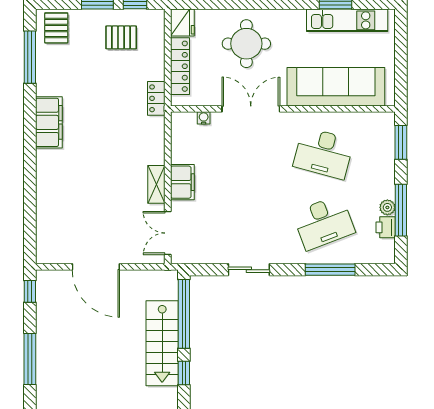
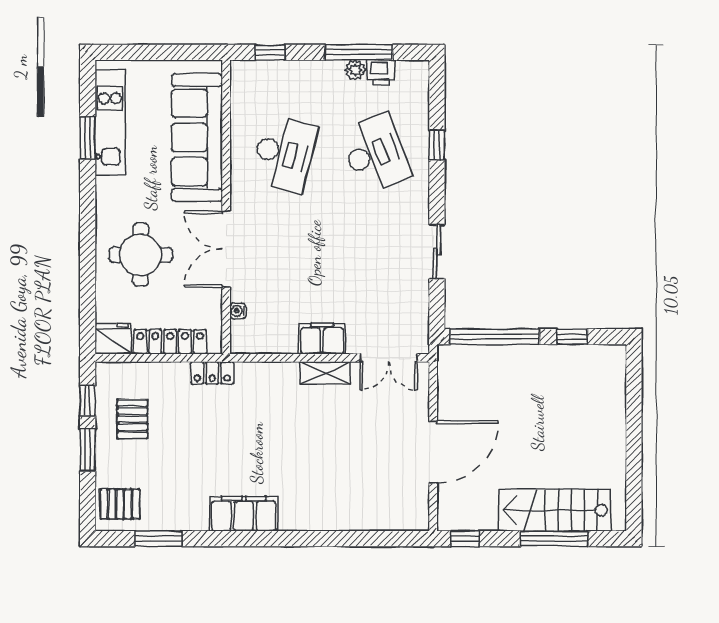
window: (30, 57) -> (158, 539), width x0.69
window: (401, 142) -> (270, 52), width x0.67
window: (330, 270) -> (437, 145), width x0.46
stairs: (162, 343) -> (555, 510), moved, turned 180

